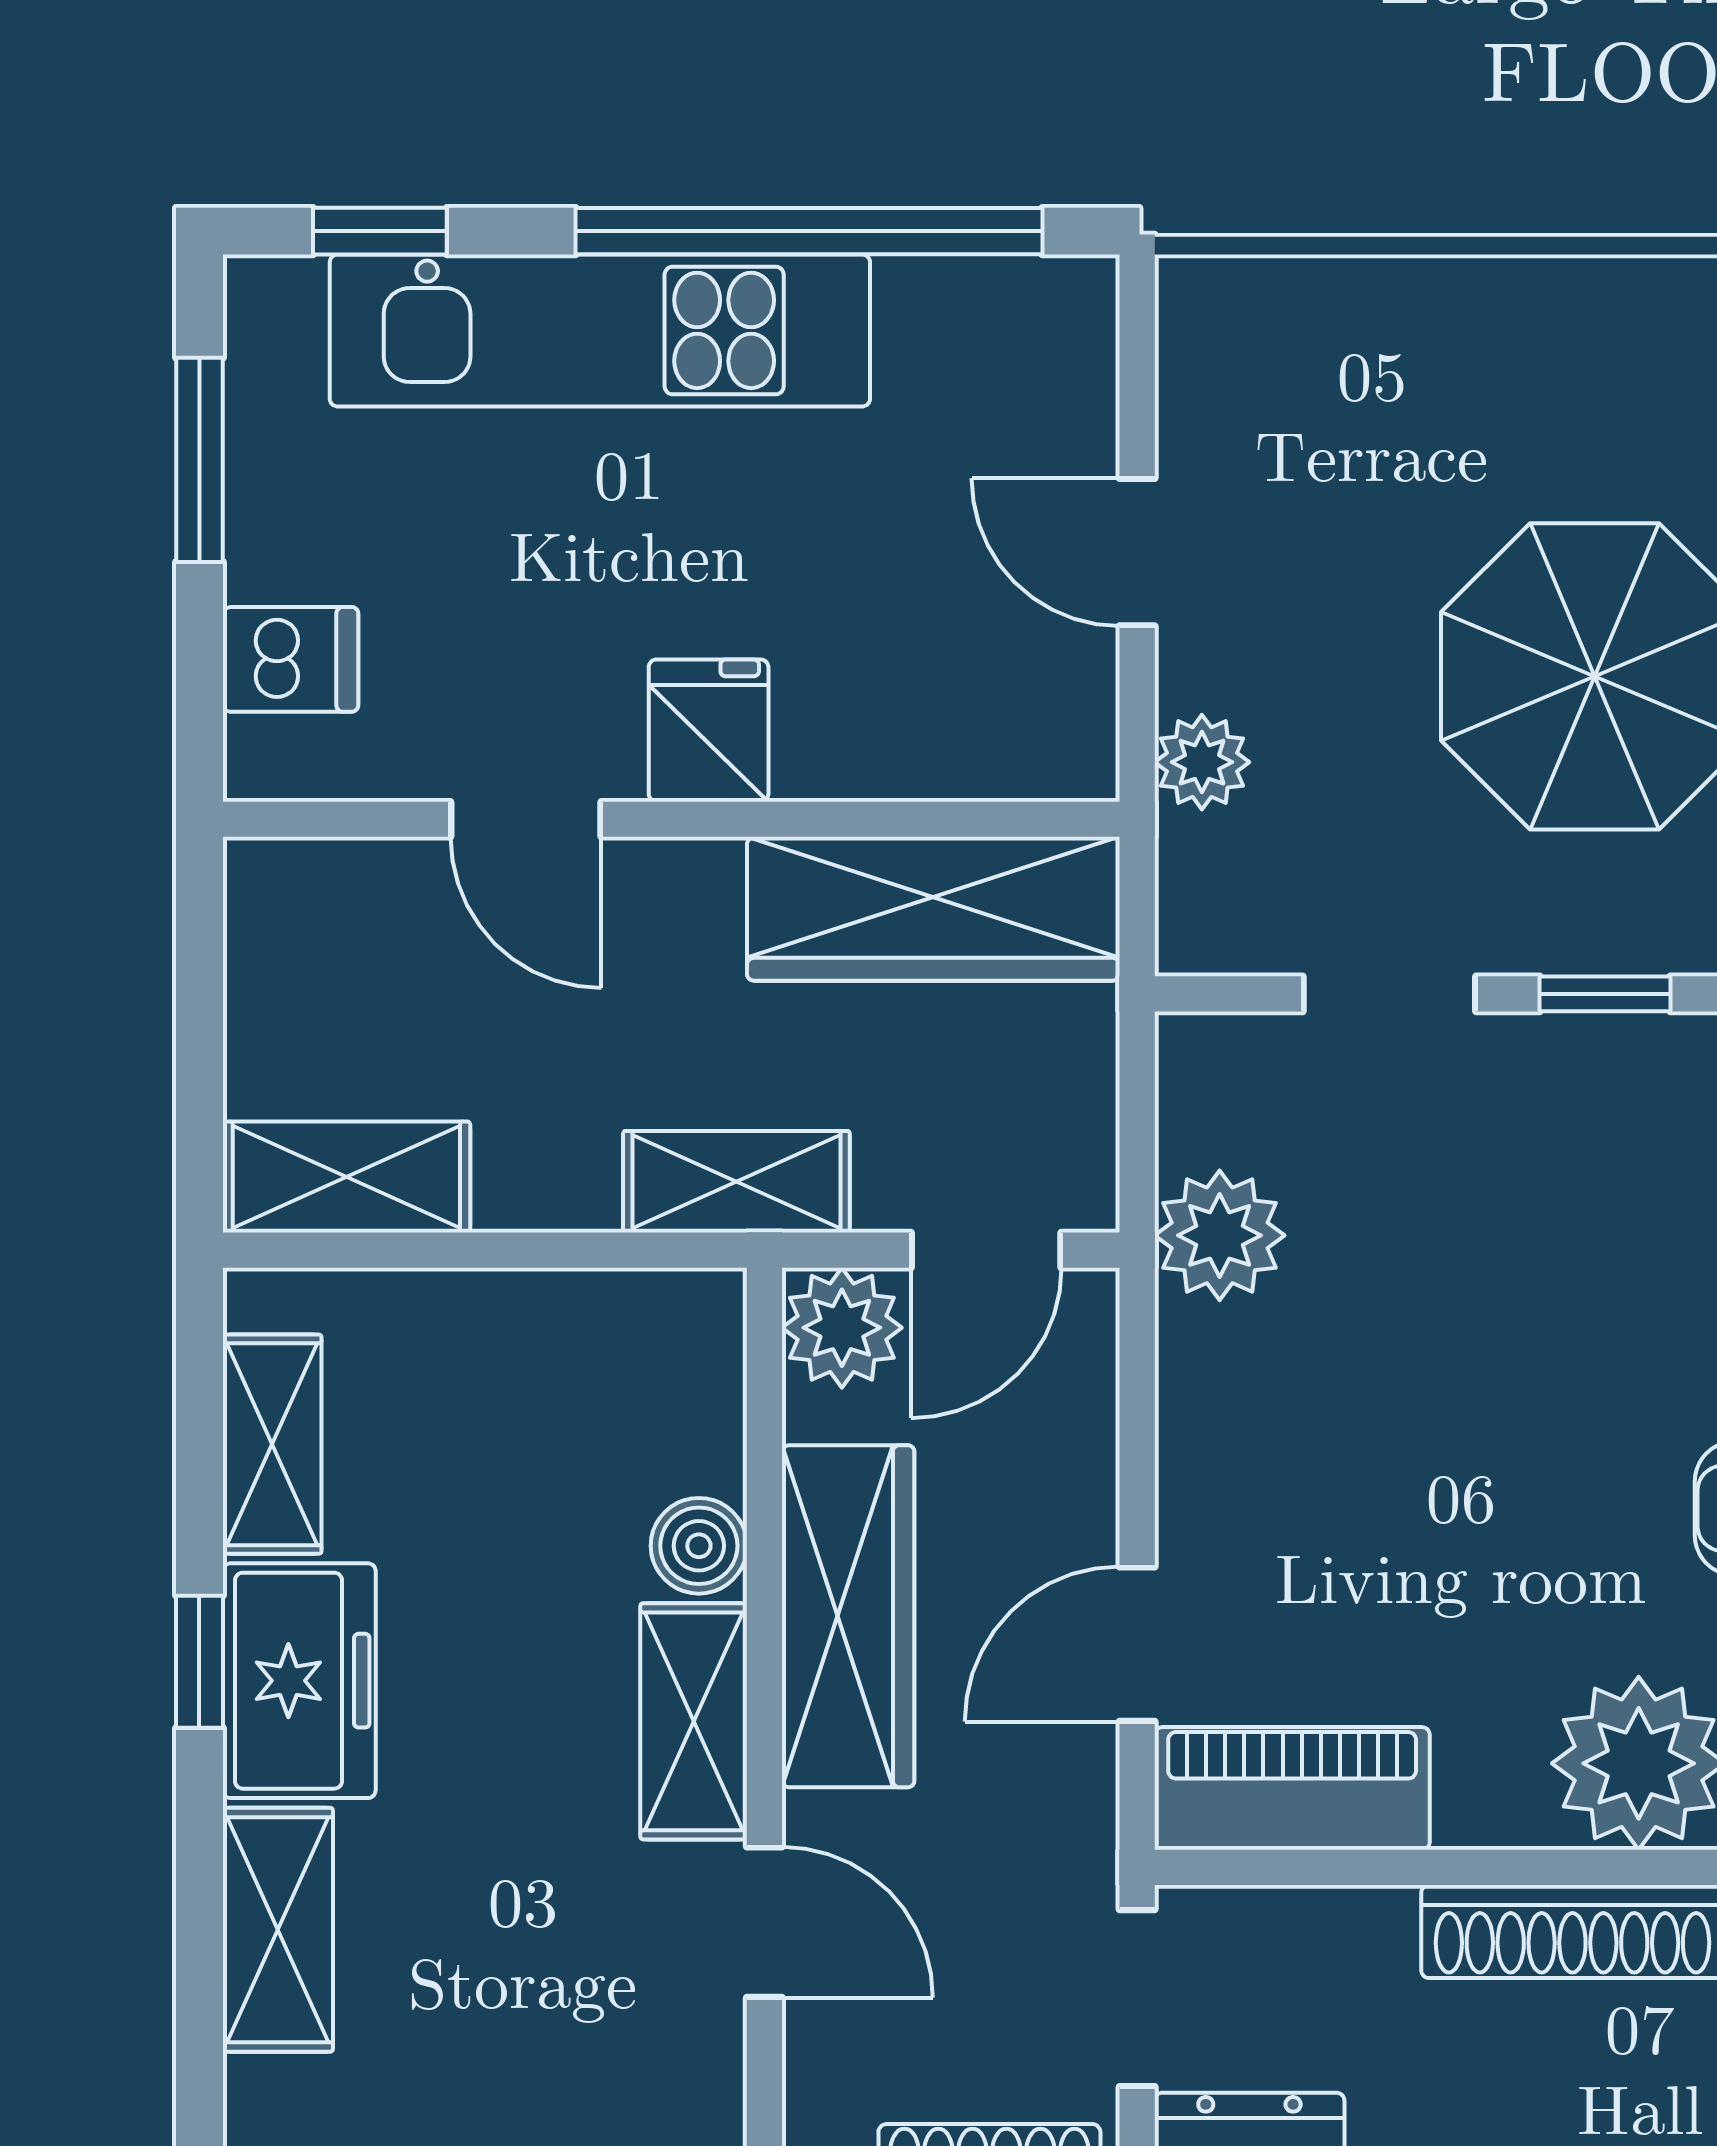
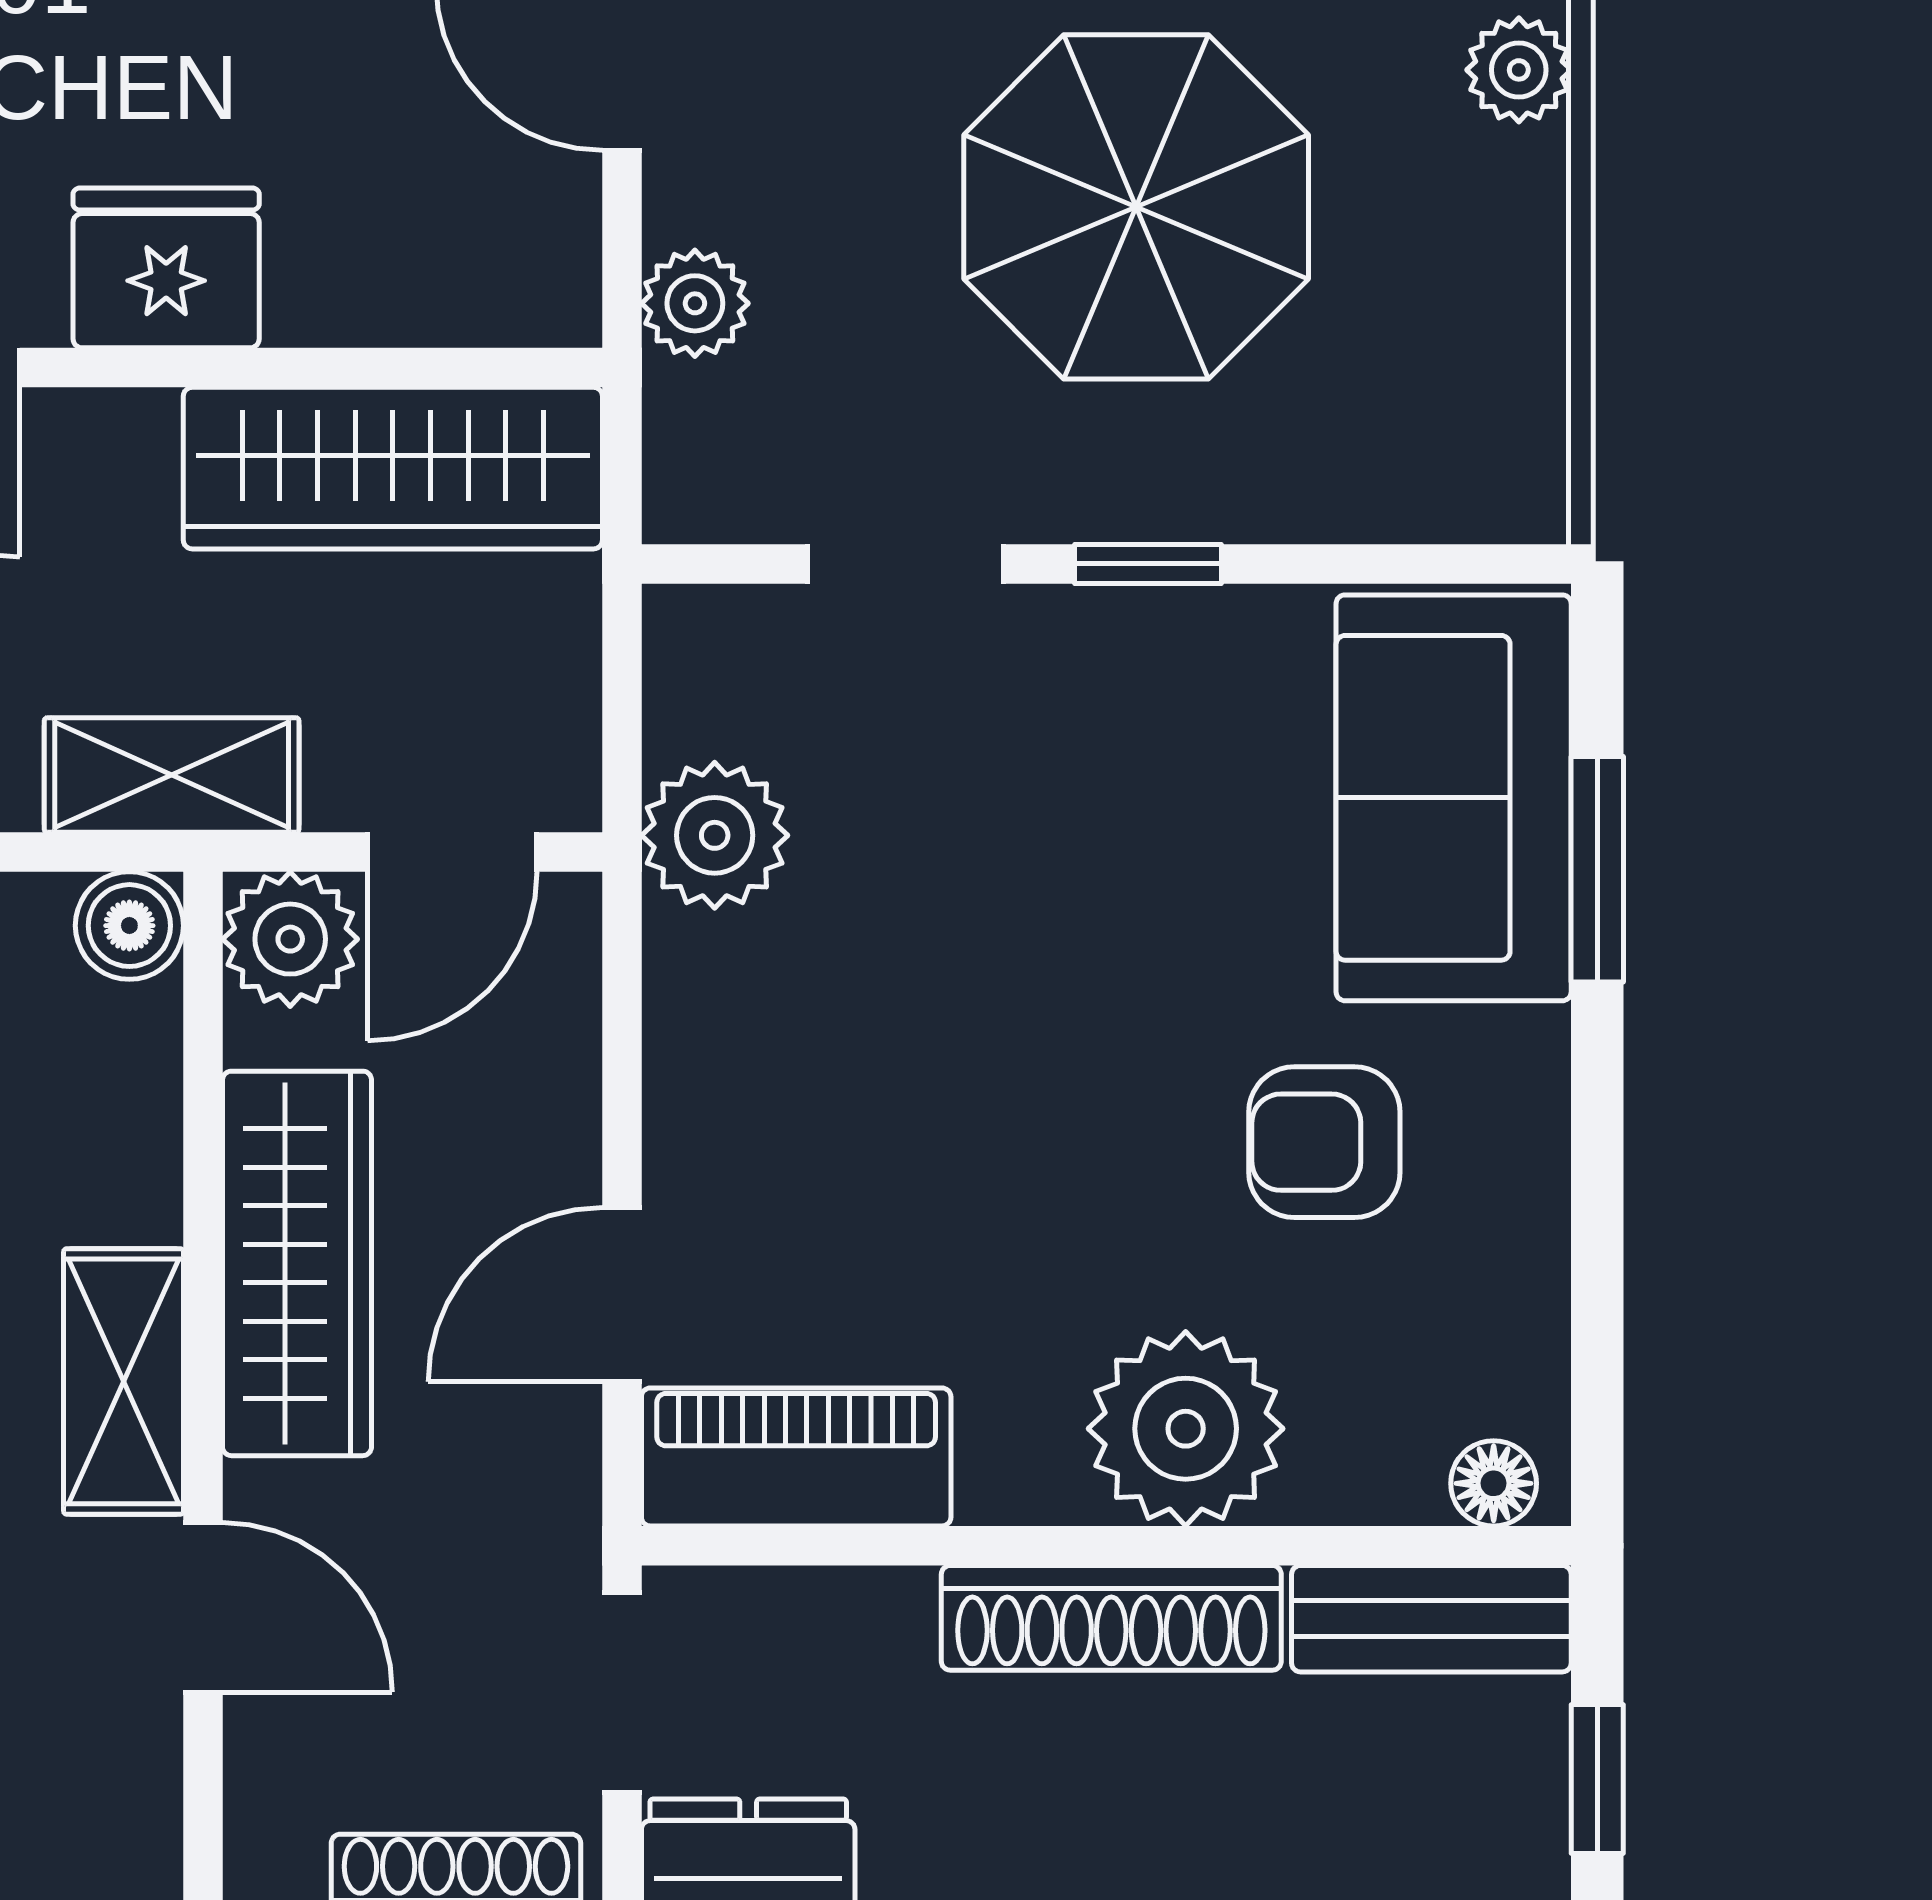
fridge: (709, 731) -> (166, 268), width x1.38
boiler: (699, 1546) -> (129, 926), moved

